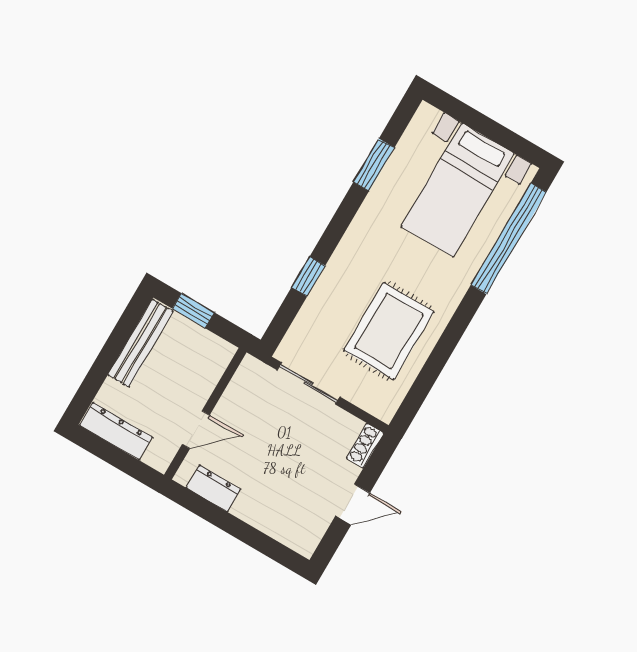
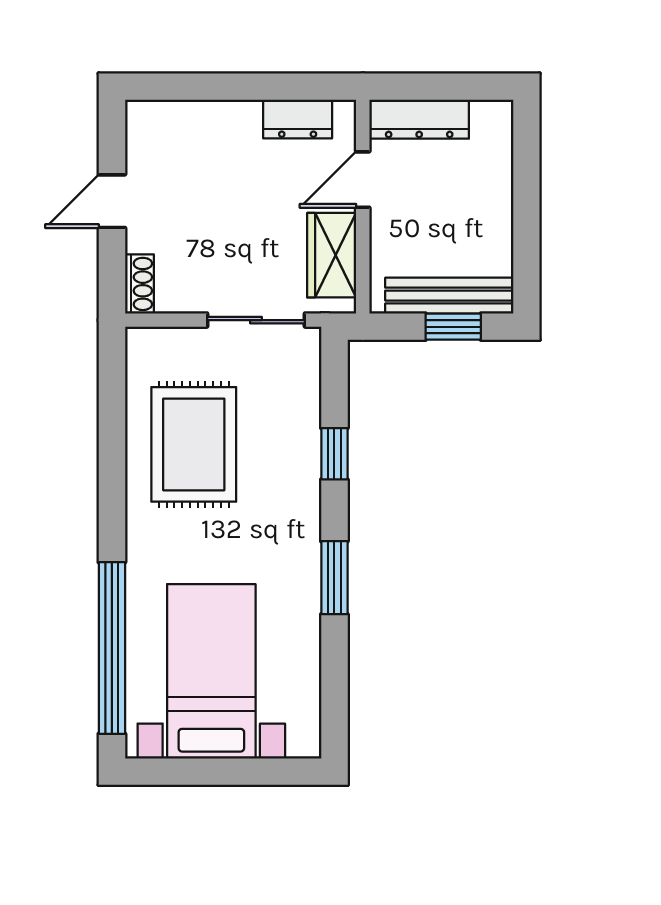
window: (374, 165) -> (334, 578), moved
bench: (141, 343) -> (449, 296), moved, turned 90
wardrobe: (241, 396) -> (332, 255), added
dresser: (116, 431) -> (419, 119), moved

